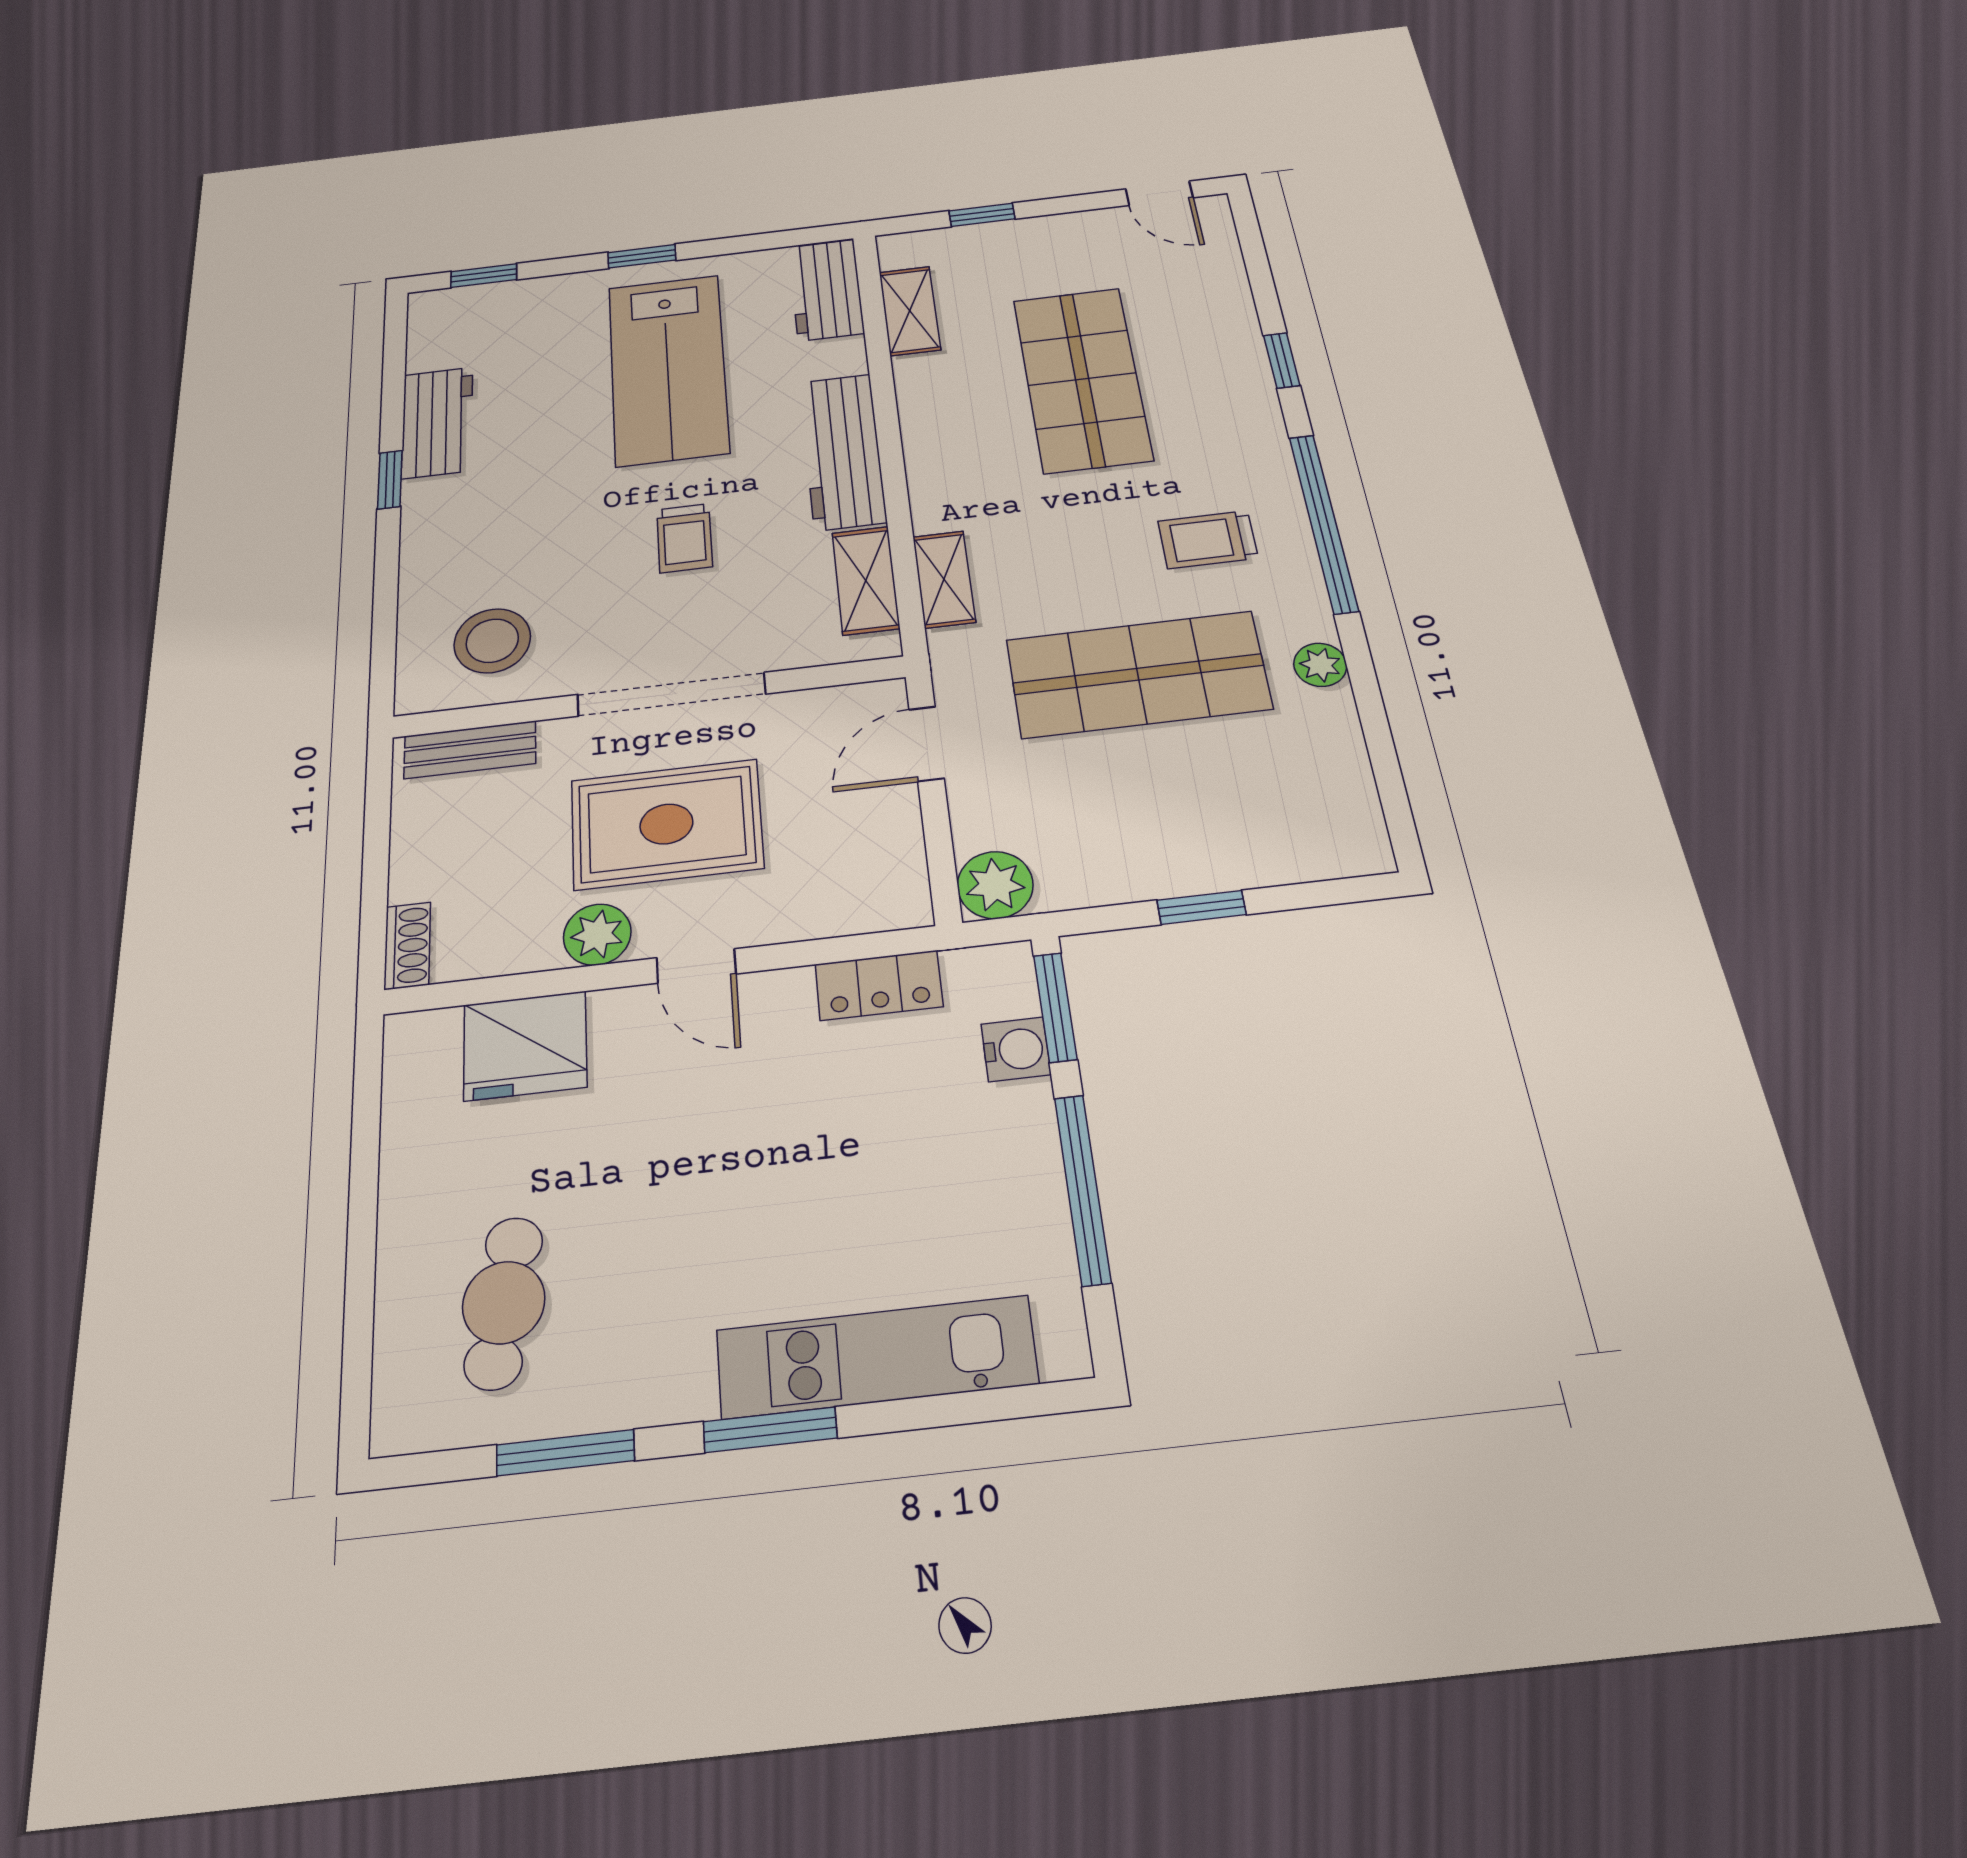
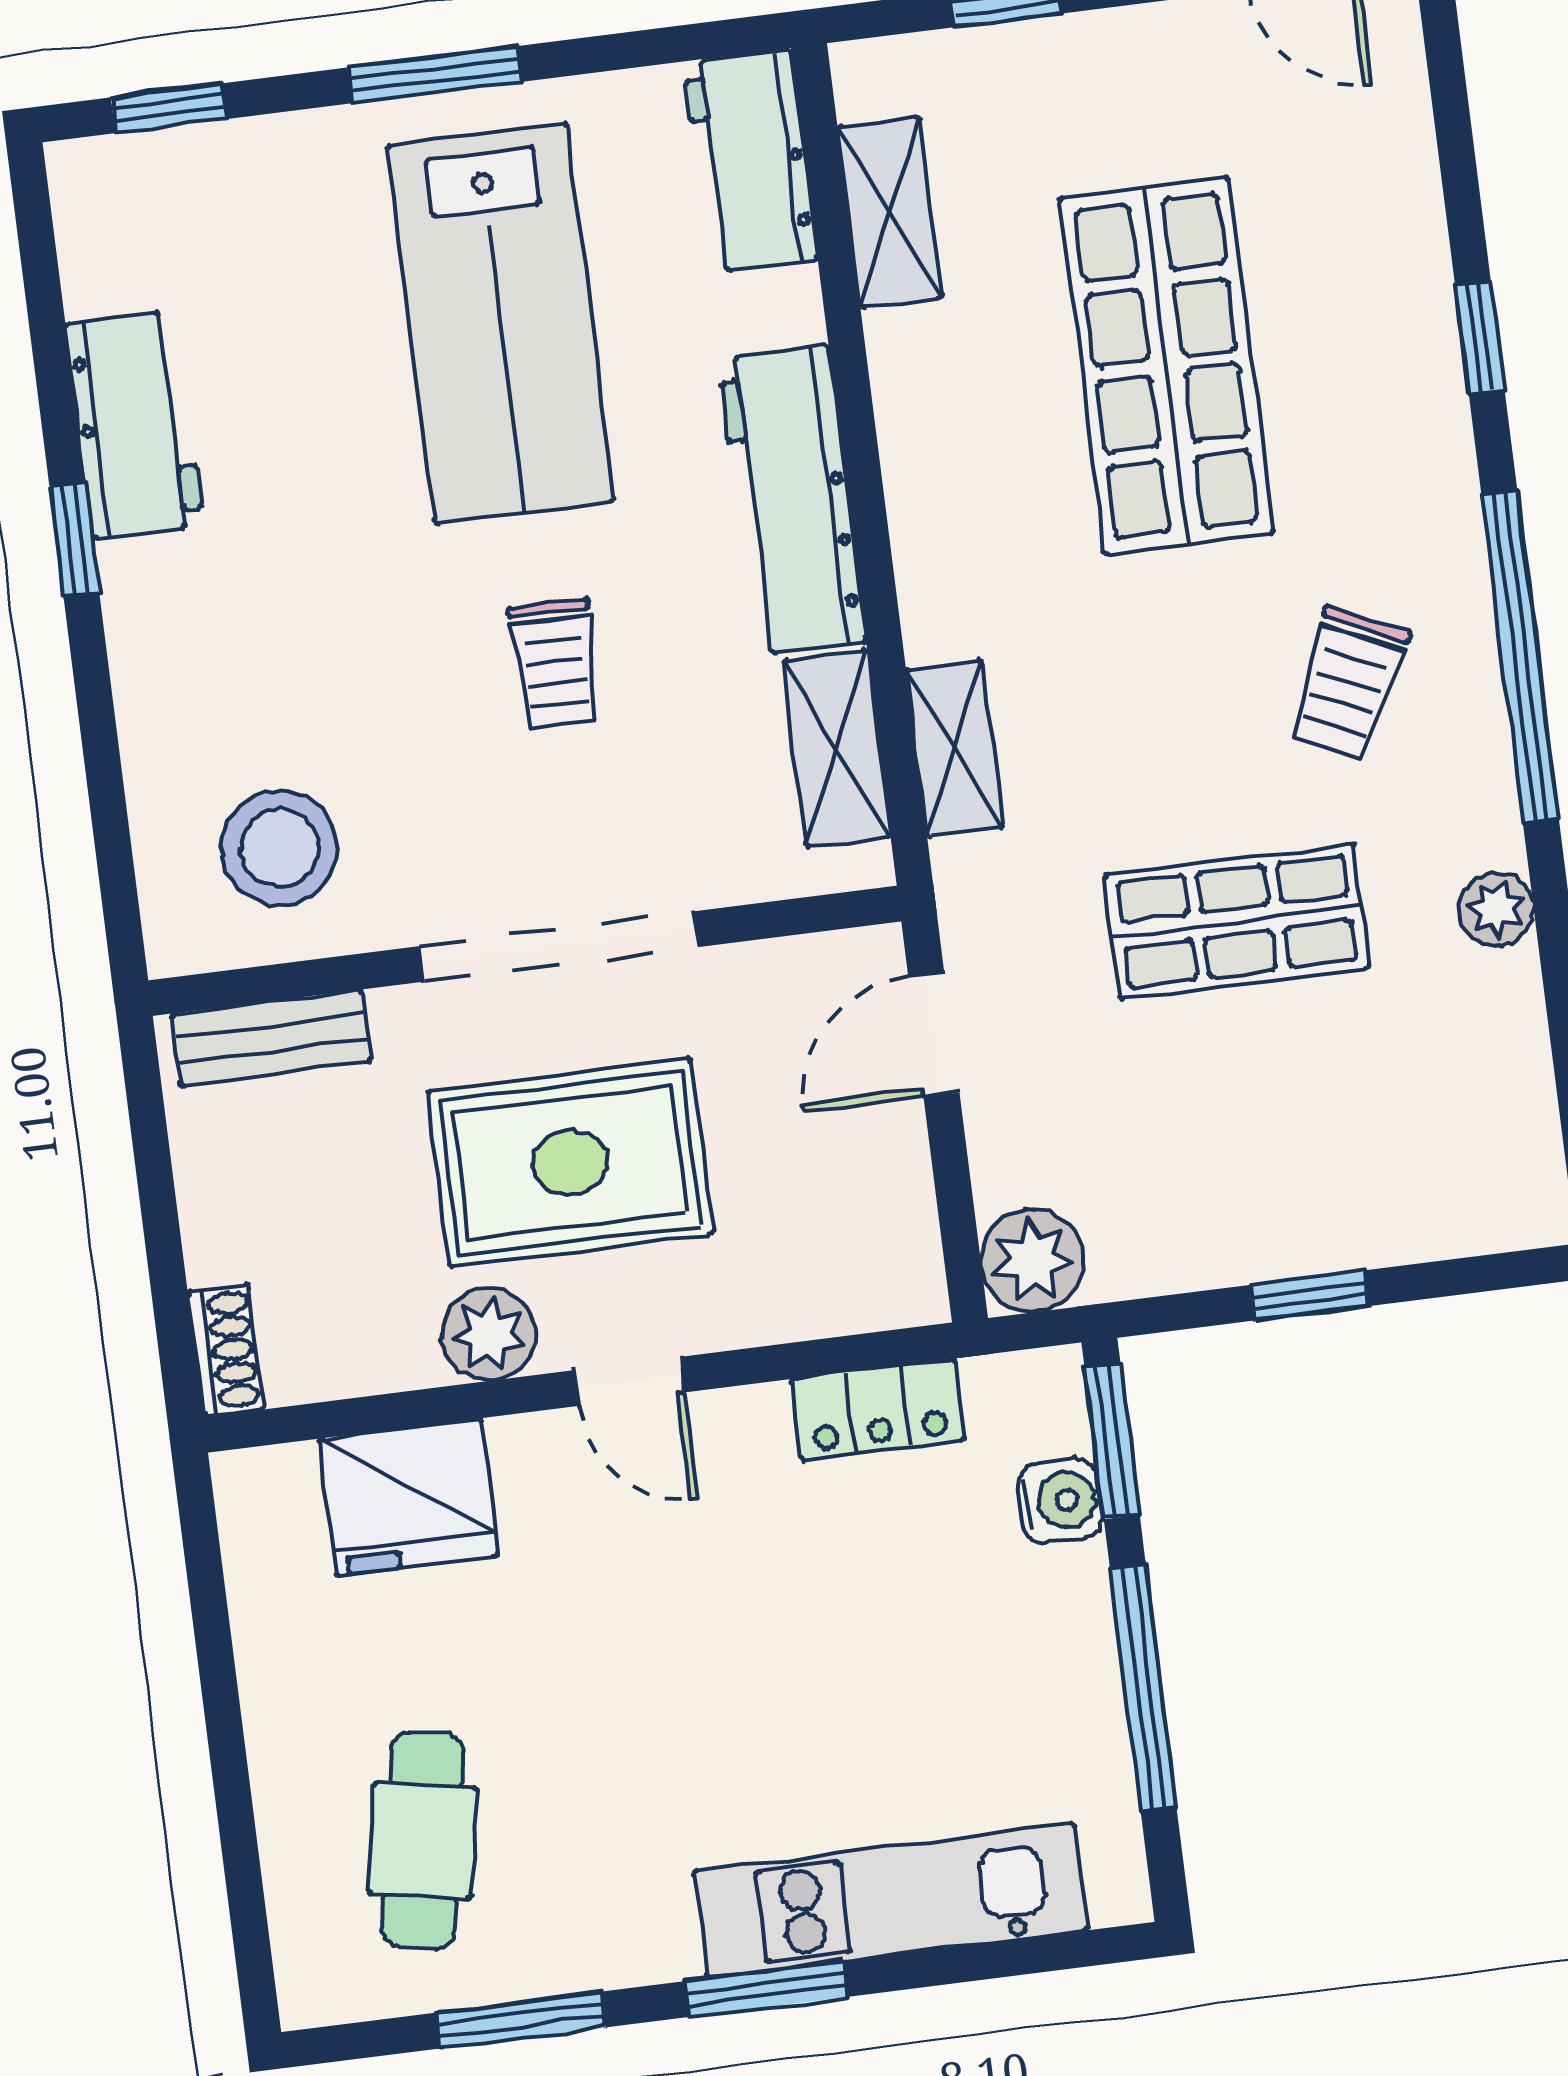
window: (642, 256) -> (435, 75), width x1.50
trolley: (1208, 540) -> (1348, 684), turned -65
shop shelf: (1138, 674) -> (1237, 921), width x0.70, depth x0.74

